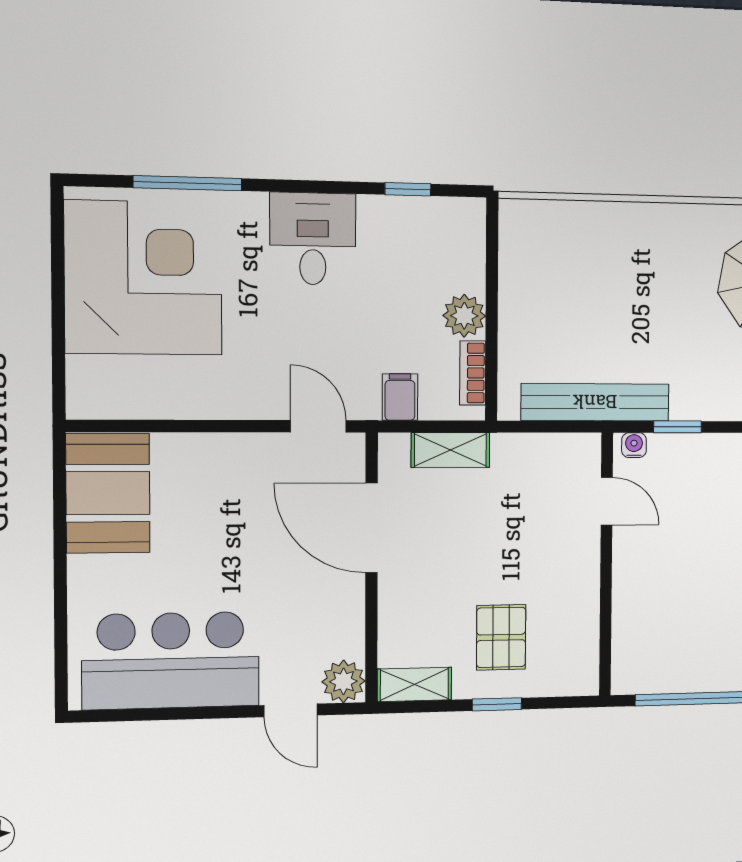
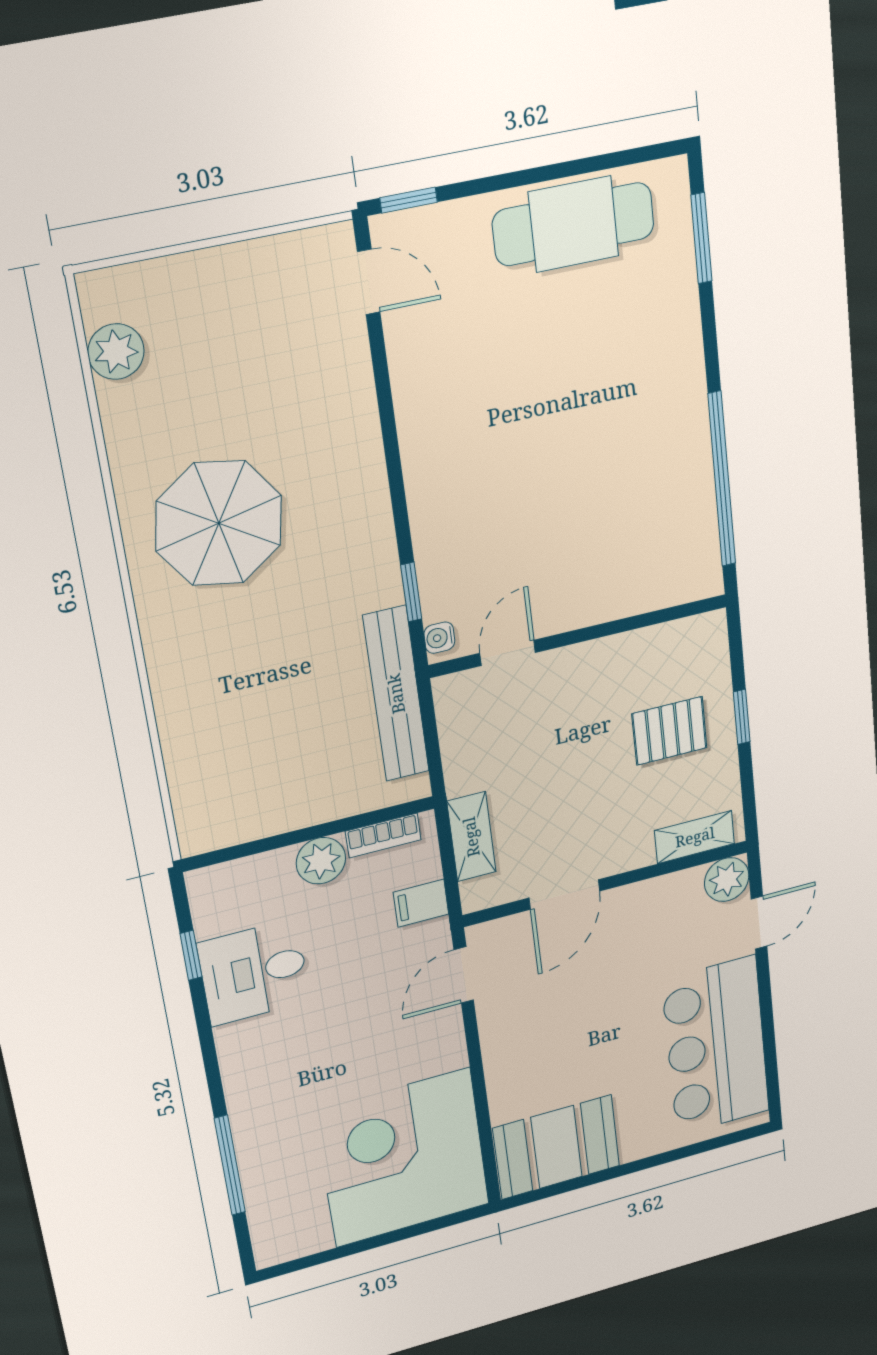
desk: (313, 239) -> (254, 972), moved
corner desk: (143, 278) -> (403, 1158), moved
door: (372, 528) -> (564, 895), width x0.73
shelving: (414, 684) -> (695, 837), moved, turned 90

